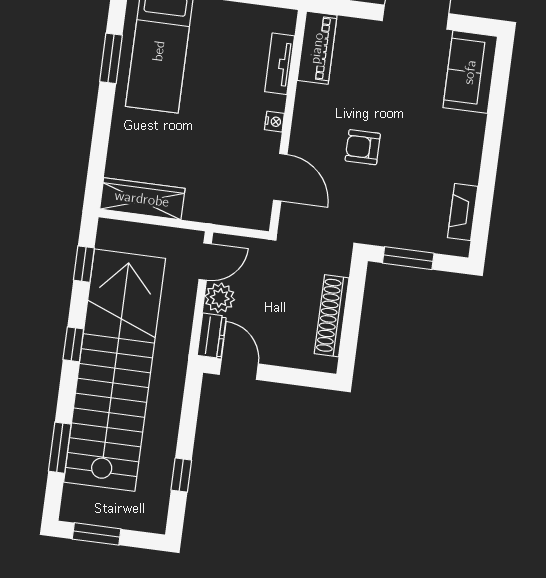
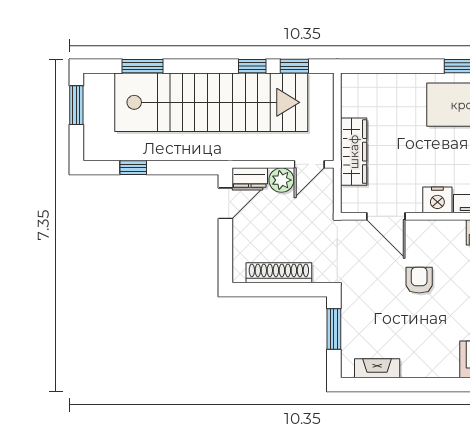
nightstand: (274, 122) -> (437, 200), width x1.89, depth x1.79
door: (280, 177) -> (386, 216), hinge flipped
wardrobe: (142, 199) -> (354, 152), moved
door: (205, 262) -> (309, 164), hinge flipped
window: (73, 344) -> (252, 66), moved

